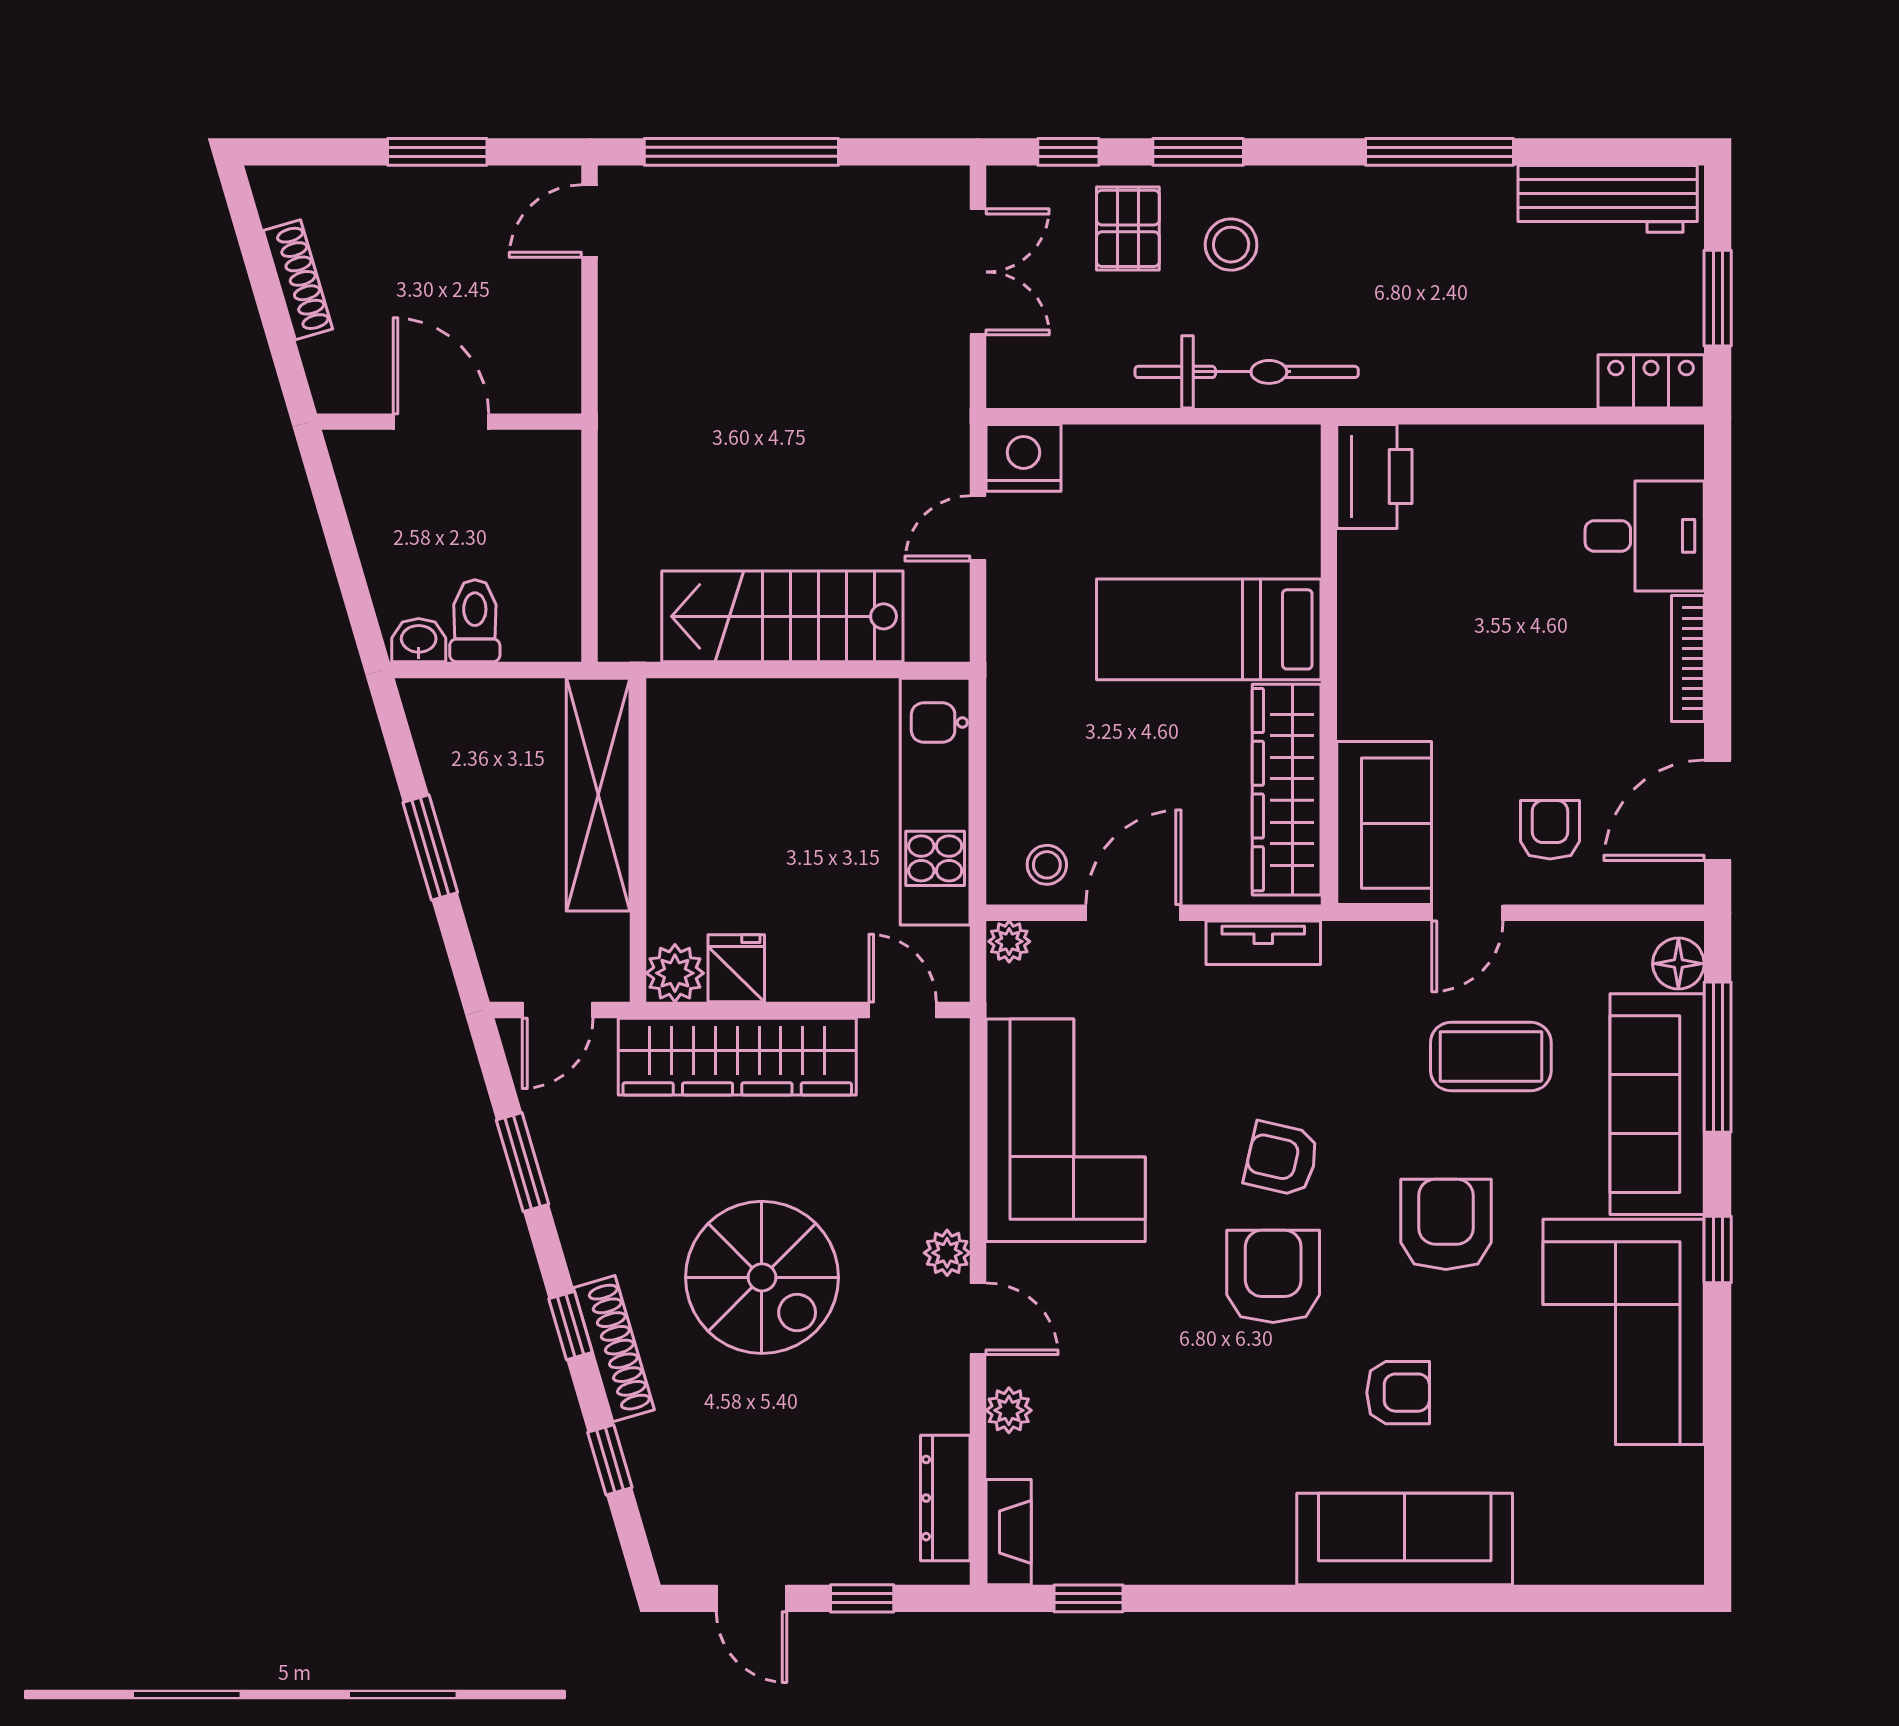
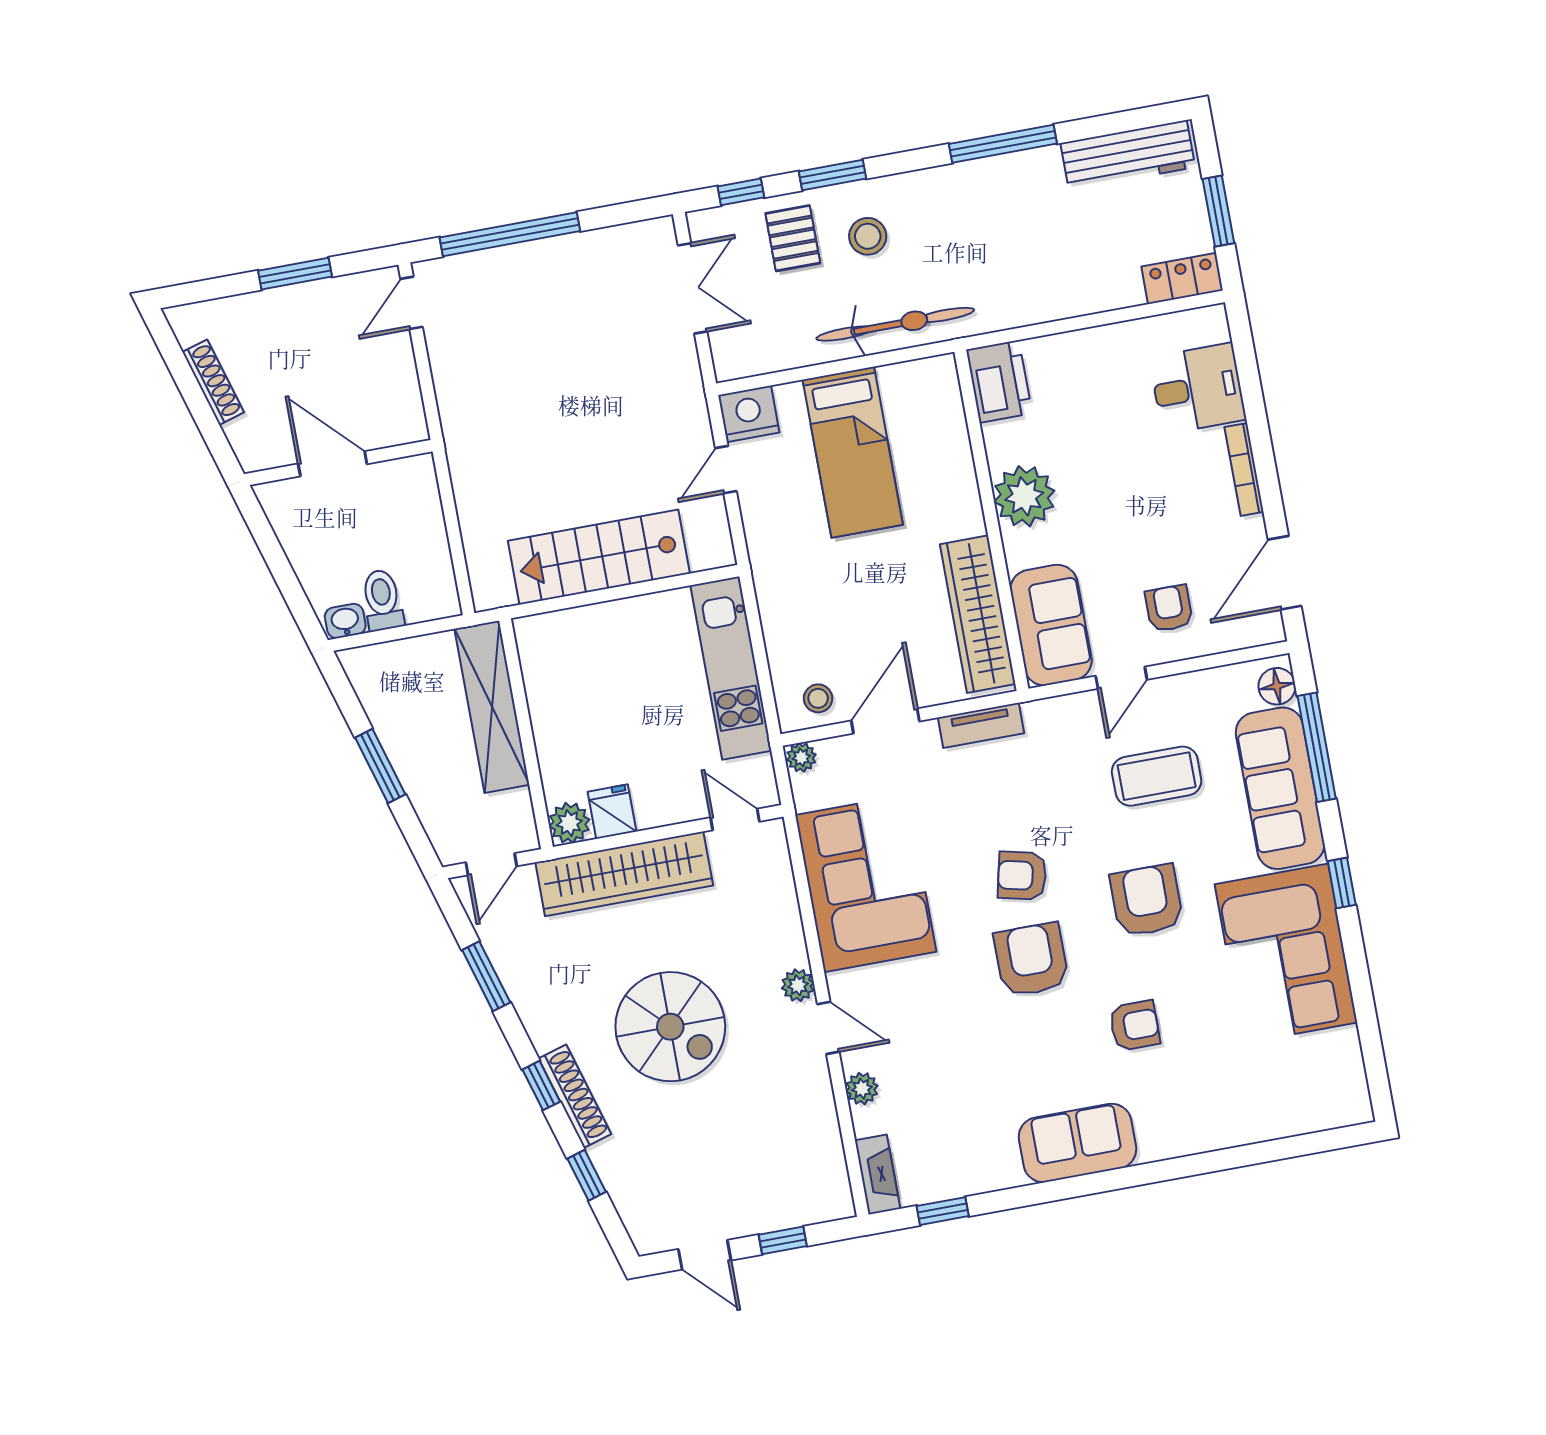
bed: (1209, 629) -> (853, 452), moved, turned -90
plant: (1380, 640) -> (1024, 496), added
dresser: (945, 1498) -> (828, 1159), removed
sofa: (1405, 1539) -> (1077, 1143), moved, width x0.73

